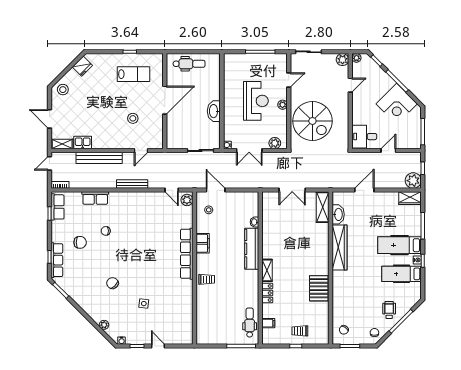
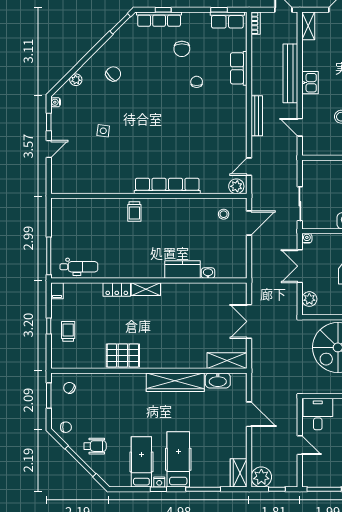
kitchen sink: (83, 143) -> (310, 83), moved
filing cabinet: (203, 243) -> (181, 206), removed
kitchen counter: (252, 249) -> (183, 270), width x0.67
chair: (112, 283) -> (113, 74), moved
filing cabinet: (268, 323) -> (57, 291), moved

